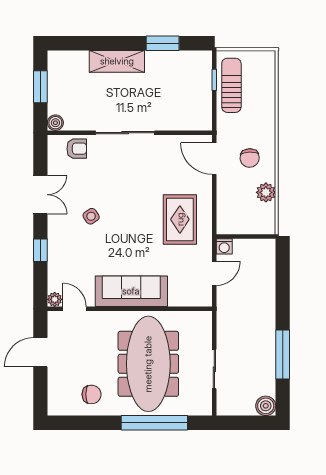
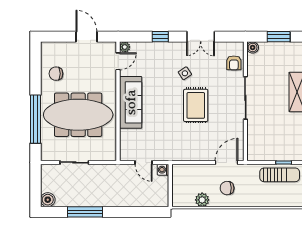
rug: (180, 219) -> (196, 105), moved, turned 90
chair: (92, 394) -> (56, 74), turned 90

